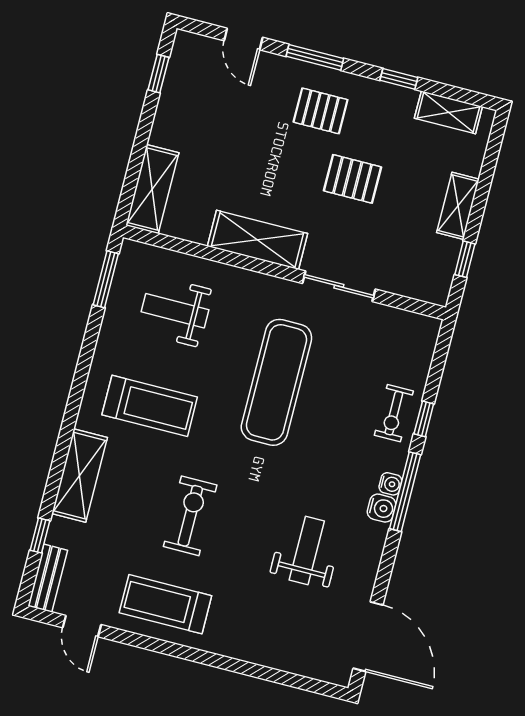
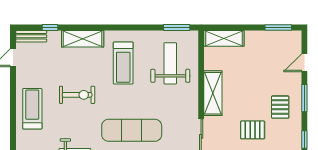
window: (159, 74) -> (278, 28), width x1.50
pallet: (352, 179) -> (253, 130), turned 90
weight bench: (175, 311) -> (170, 63), width x1.36, depth x1.33
exercise mat: (276, 382) -> (132, 130), moved
treadmill: (165, 604) -> (32, 109), moved

